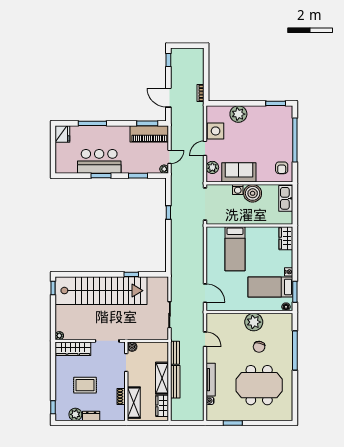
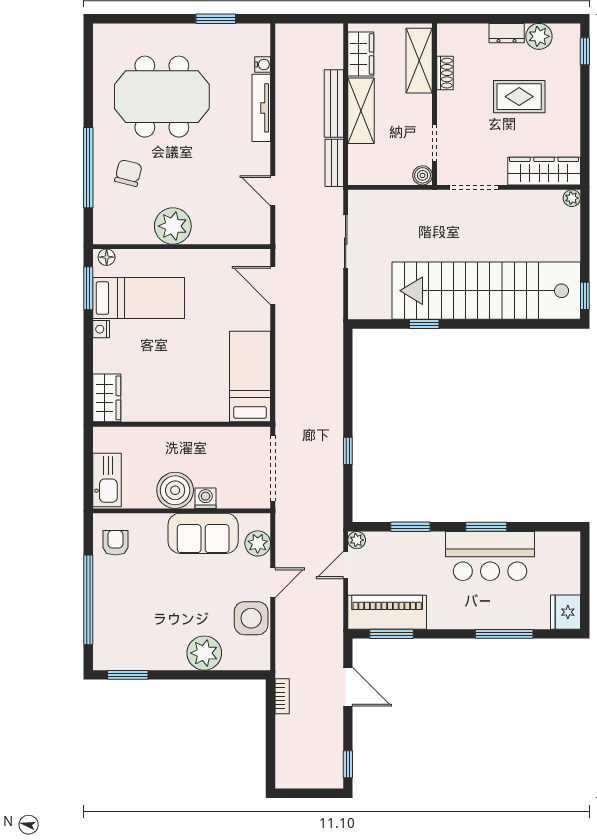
bed: (235, 249) -> (250, 377), moved
chair: (259, 347) -> (128, 173), moved

